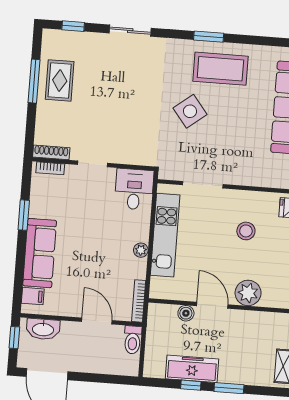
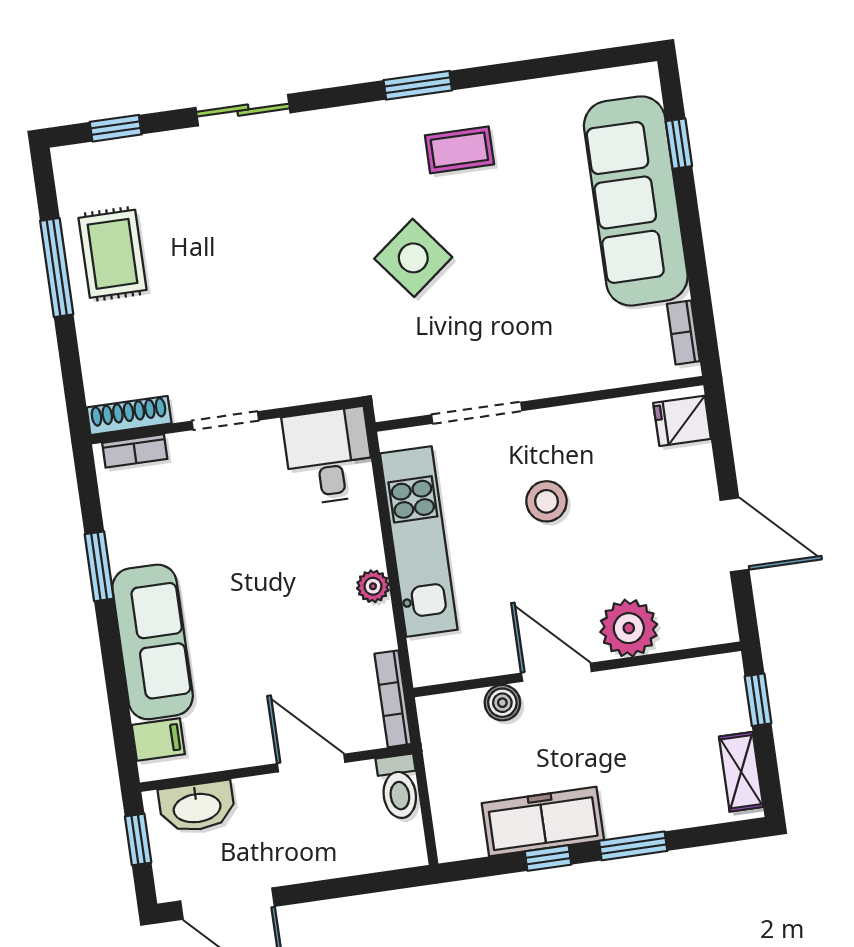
coffee table: (220, 69) -> (459, 150), width x0.54, depth x0.58
stool: (246, 231) -> (546, 501), moved

